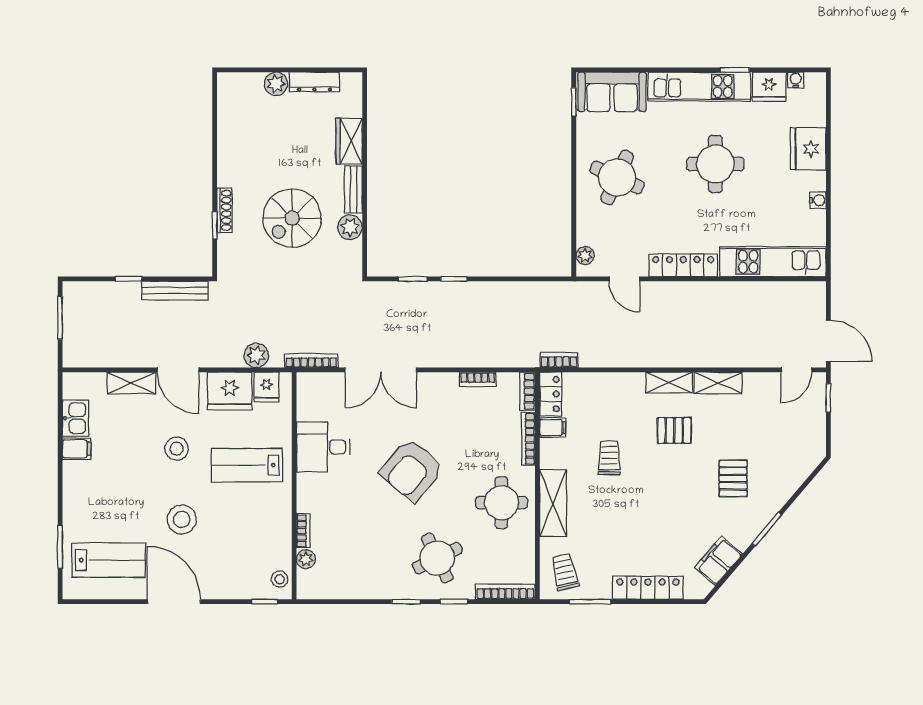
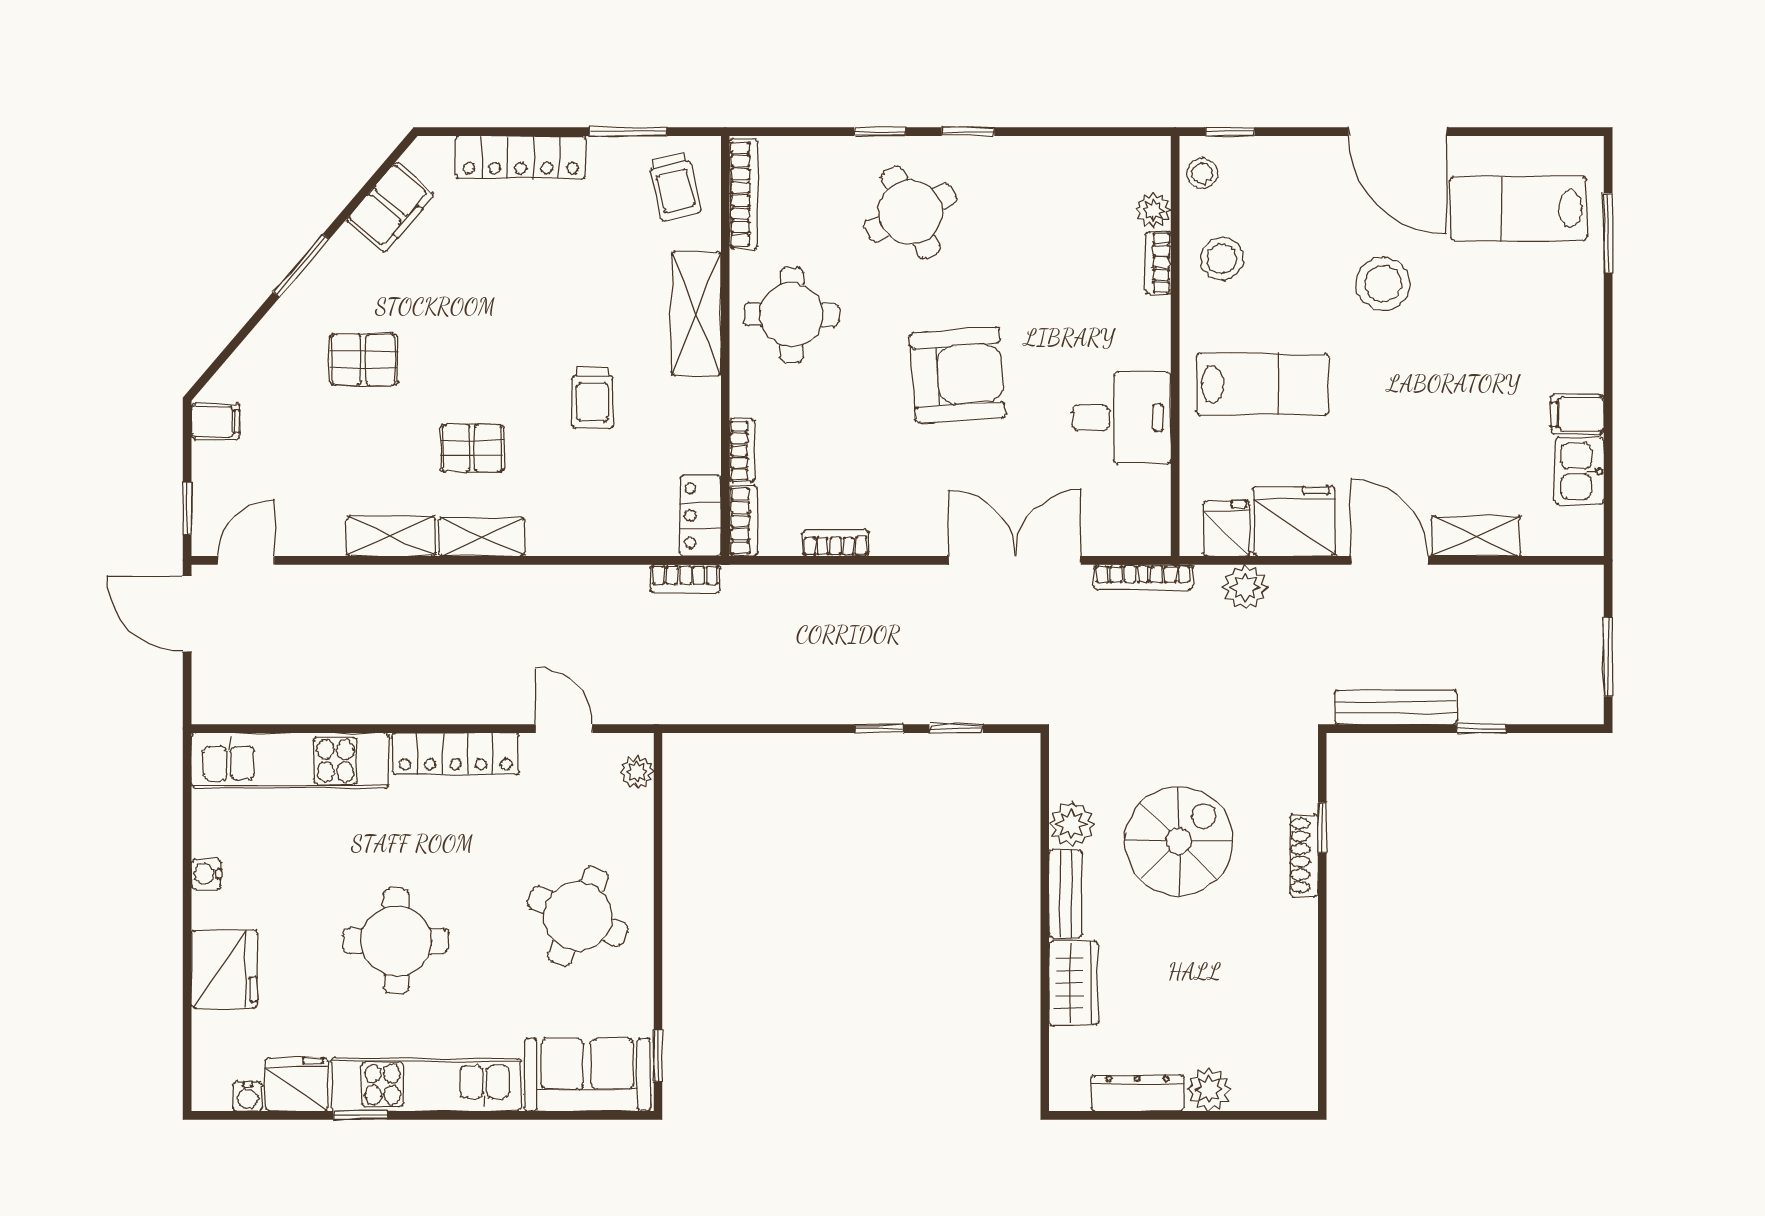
filing cabinet: (553, 428) -> (216, 421), moved, turned 180
bookcase: (528, 439) -> (742, 451), width x0.64
stool: (177, 449) -> (1222, 259), moved
armchair: (412, 470) -> (957, 375), turned 46
pallet: (733, 478) -> (363, 360), turned 90
bookcase: (505, 592) -> (744, 194), moved, turned -90

